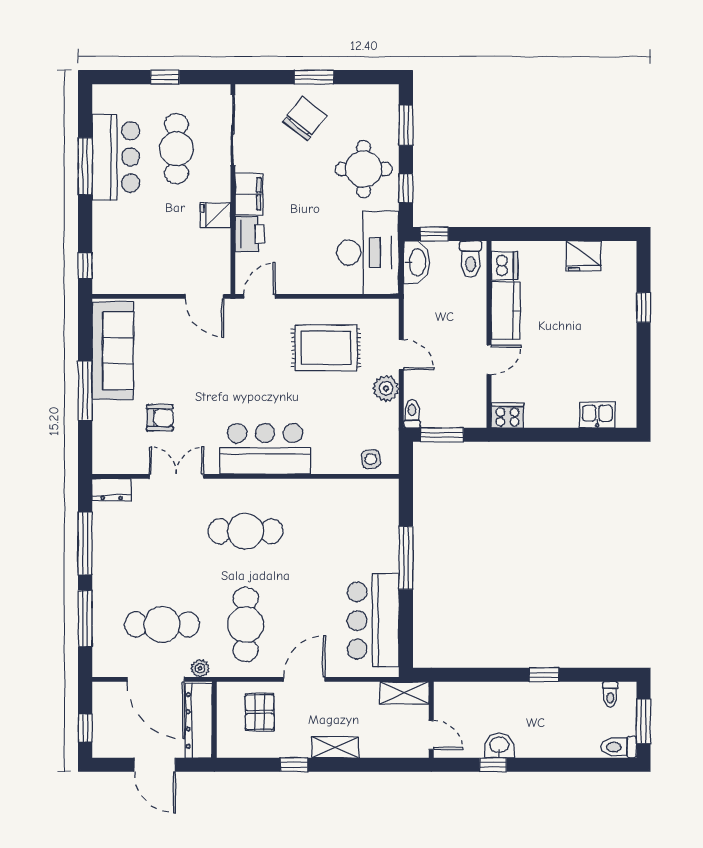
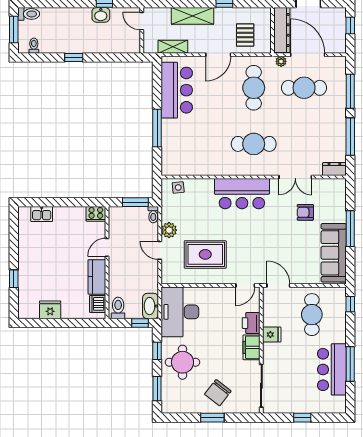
cafe table: (176, 149) -> (312, 315), moved
shelving: (405, 693) -> (173, 47), moved
shelving: (335, 747) -> (193, 16), width x1.50, depth x1.33

